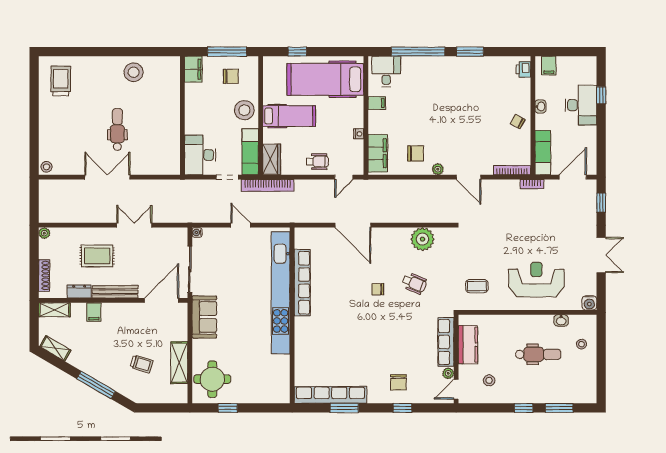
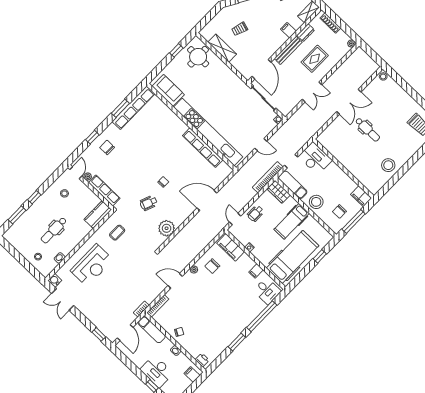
double door: (601, 255) -> (63, 299), moved
sofa: (204, 317) -> (168, 90), moved, turned 180
kitchen counter: (468, 345) -> (98, 215), moved, turned 90

